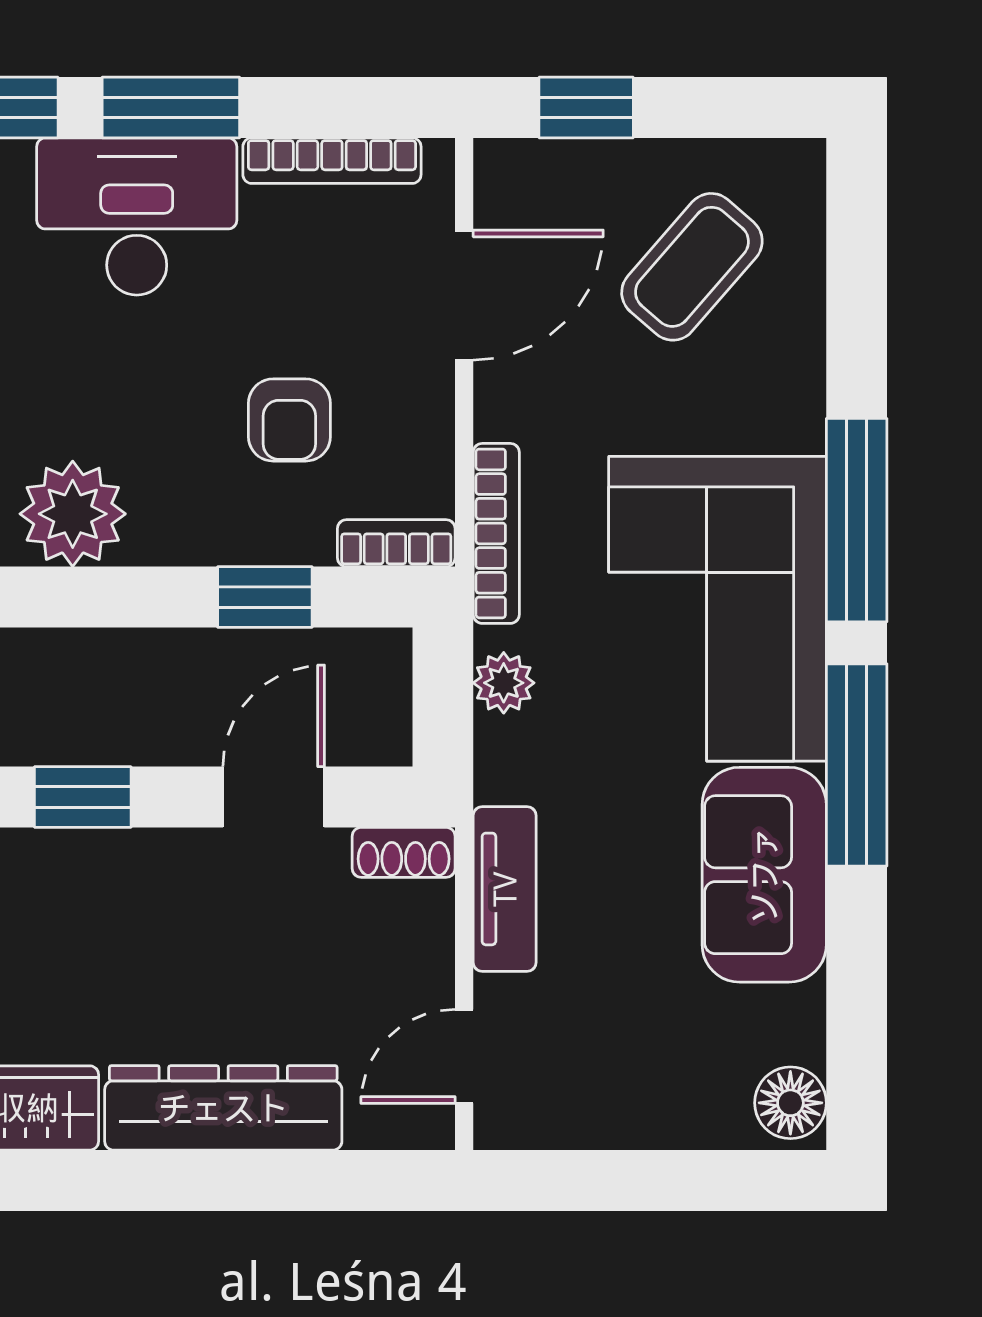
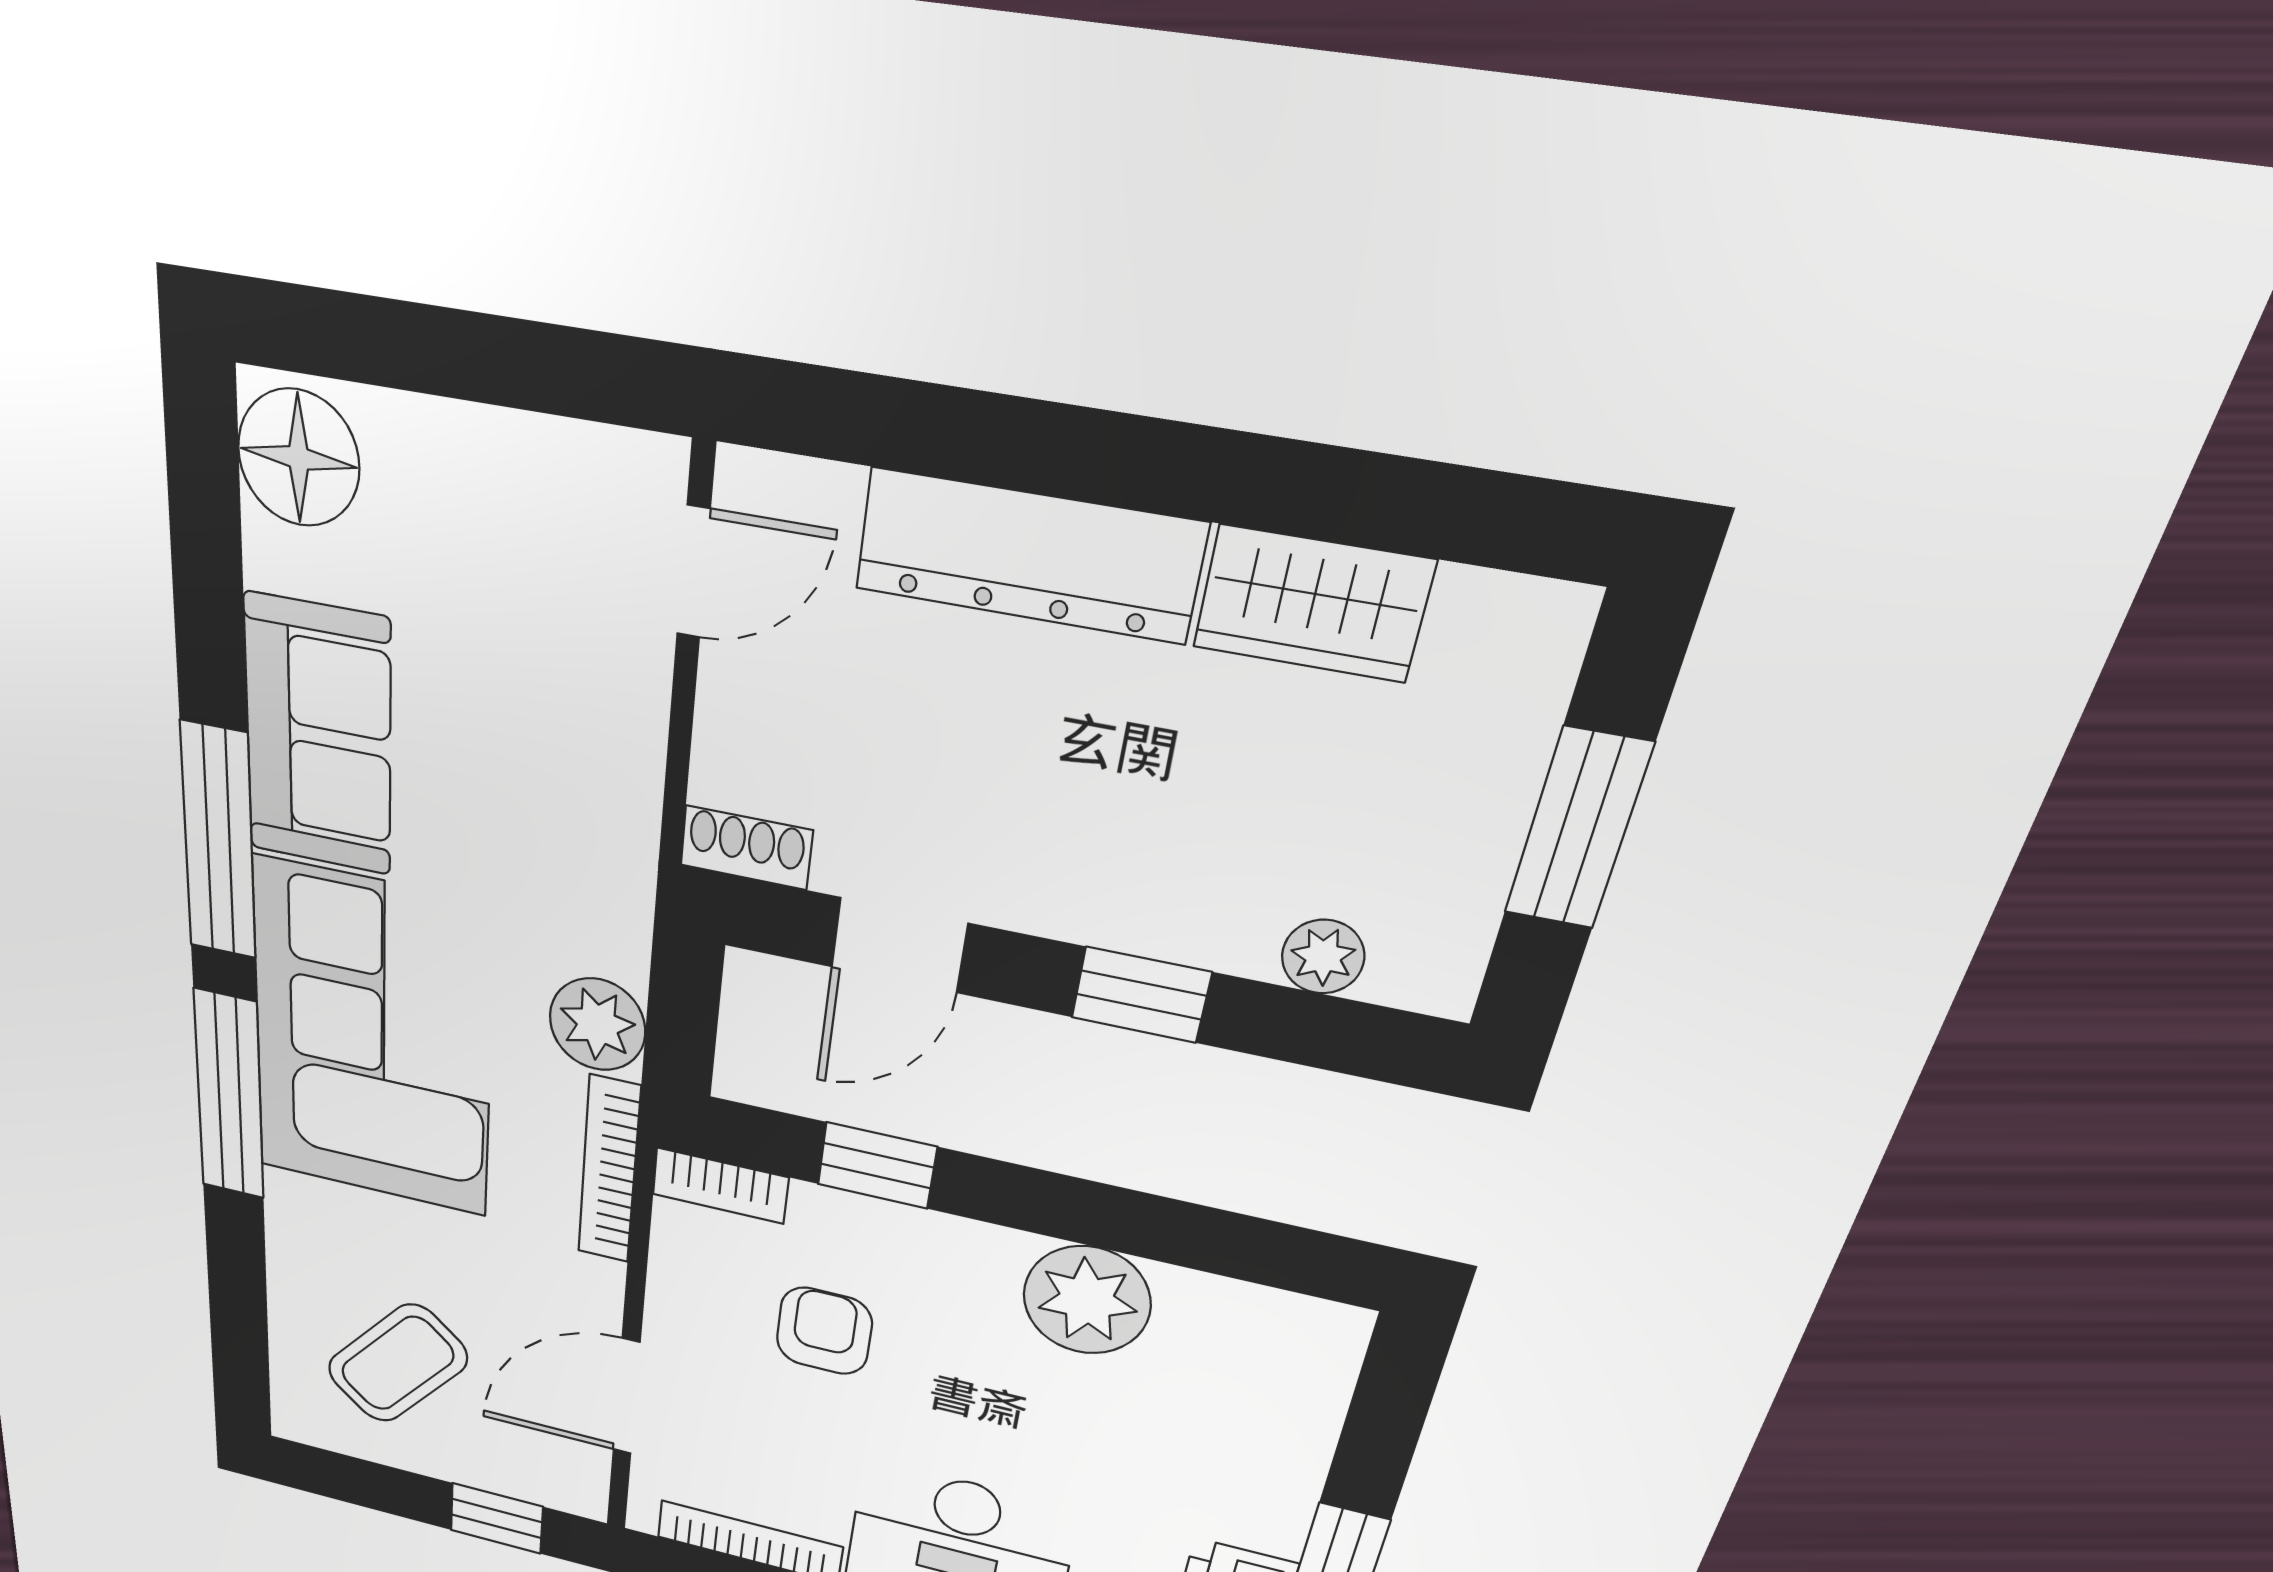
plant: (504, 683) -> (597, 1024), width x1.38, depth x1.38
tv unit: (505, 889) -> (626, 779), removed
floor lamp: (790, 1103) -> (299, 458), width x1.38, depth x1.38

